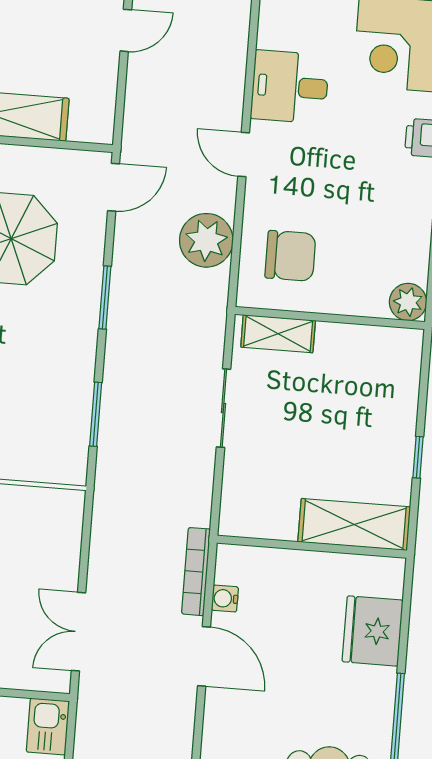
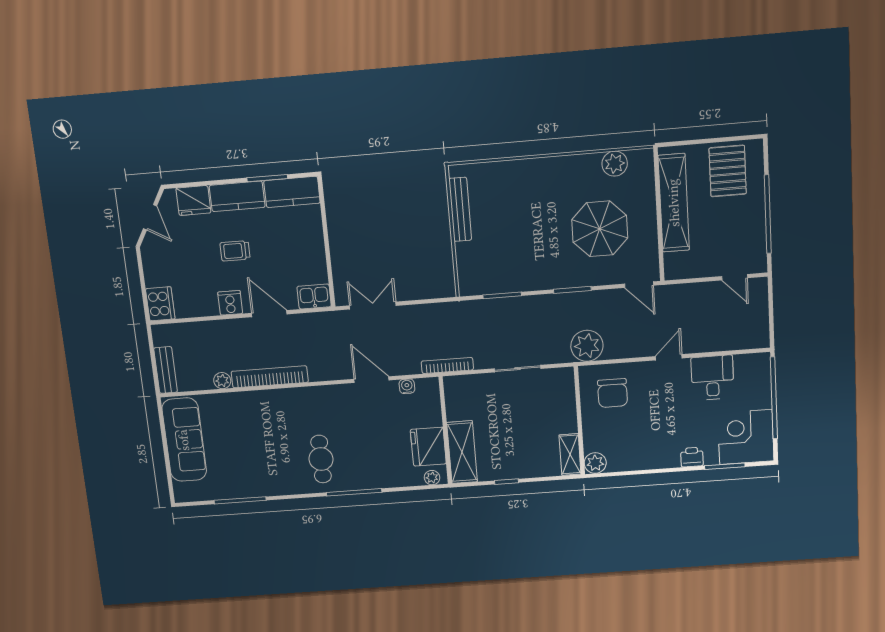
plant: (206, 240) -> (587, 346), moved
shelving: (278, 334) -> (570, 454), moved
bookcase: (196, 572) -> (447, 365), moved
plant: (391, 583) -> (432, 478), added
fridge: (373, 631) -> (428, 447), moved, turned -90
door: (204, 656) -> (371, 380), swing flipped

